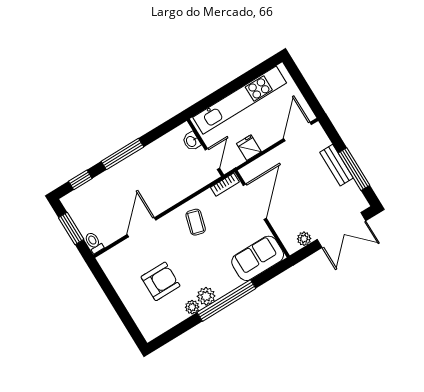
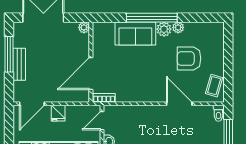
fridge: (249, 148) -> (58, 113), moved
coffee table: (196, 222) -> (214, 86), moved
door: (142, 227) -> (179, 104), swing flipped
plant: (304, 239) -> (84, 27), moved
sofa: (258, 258) -> (135, 34), moved

